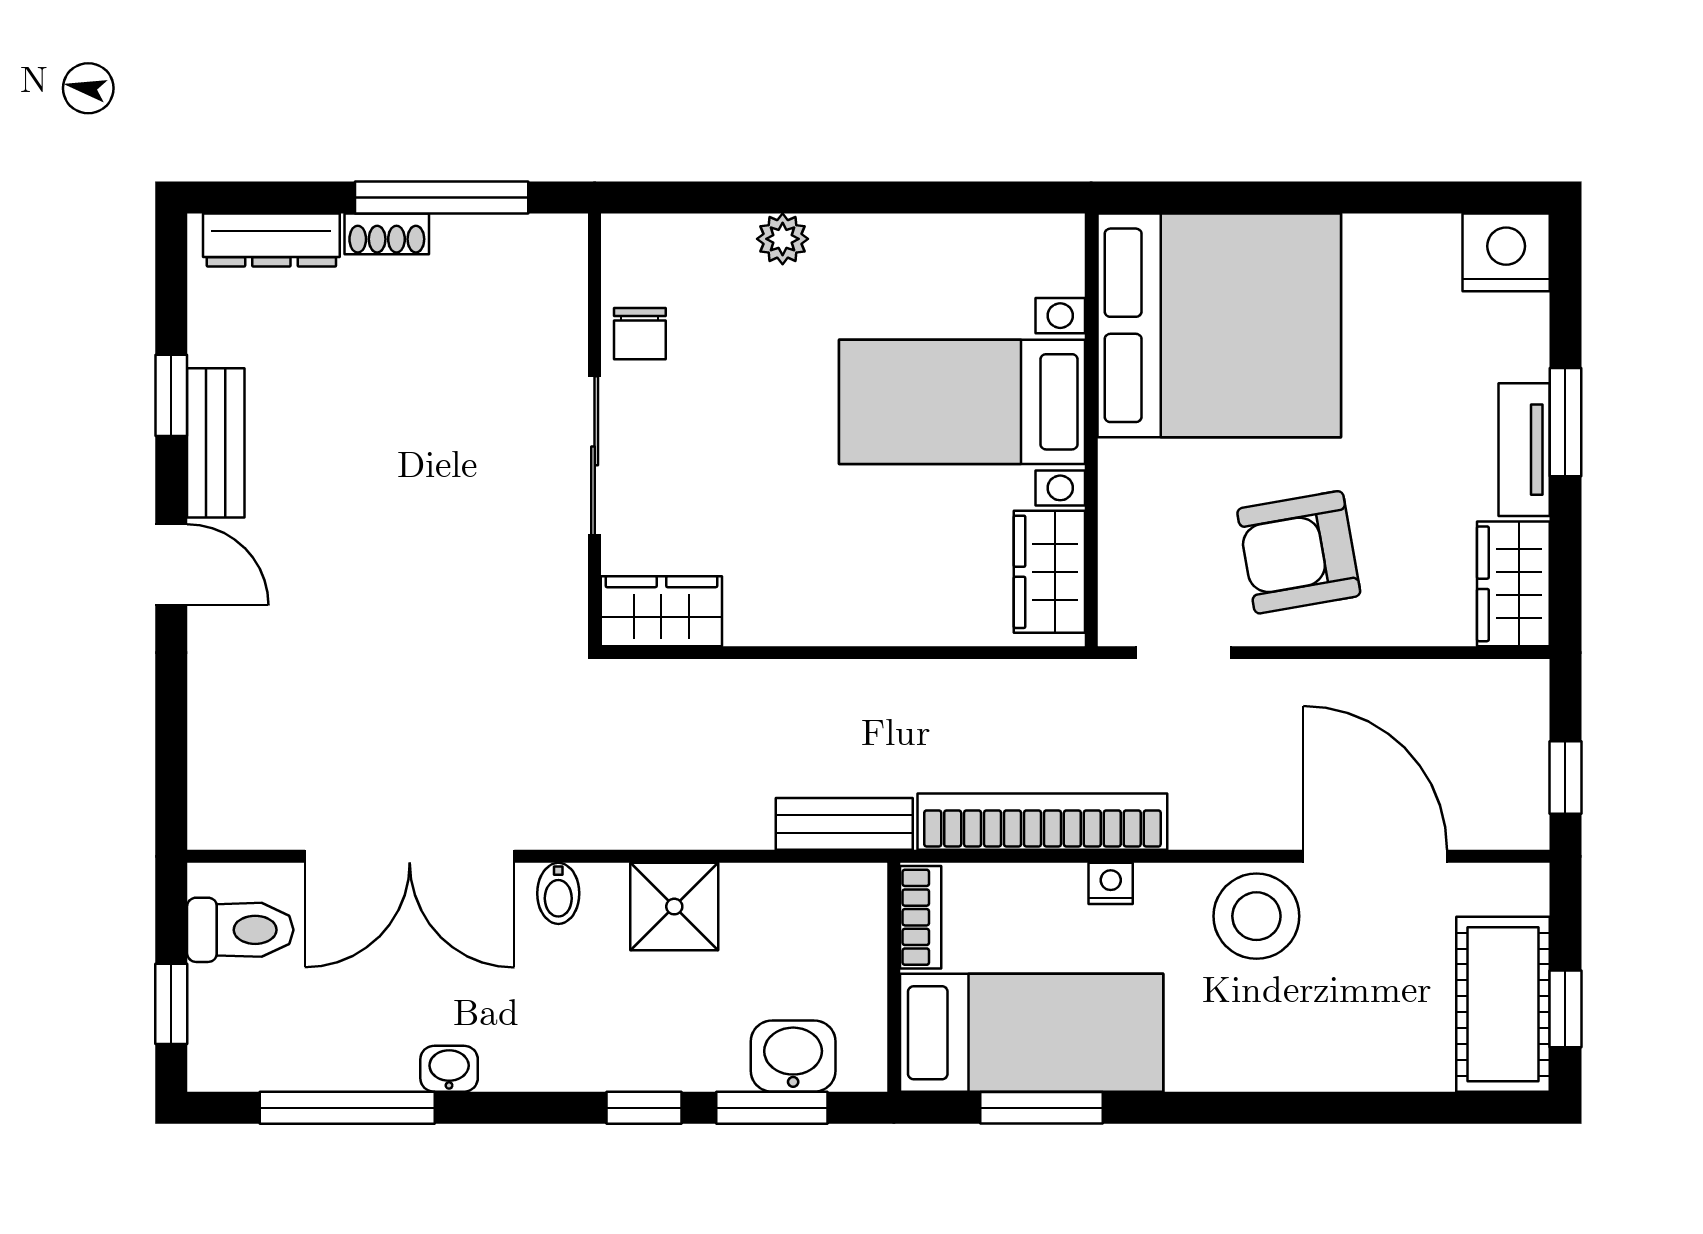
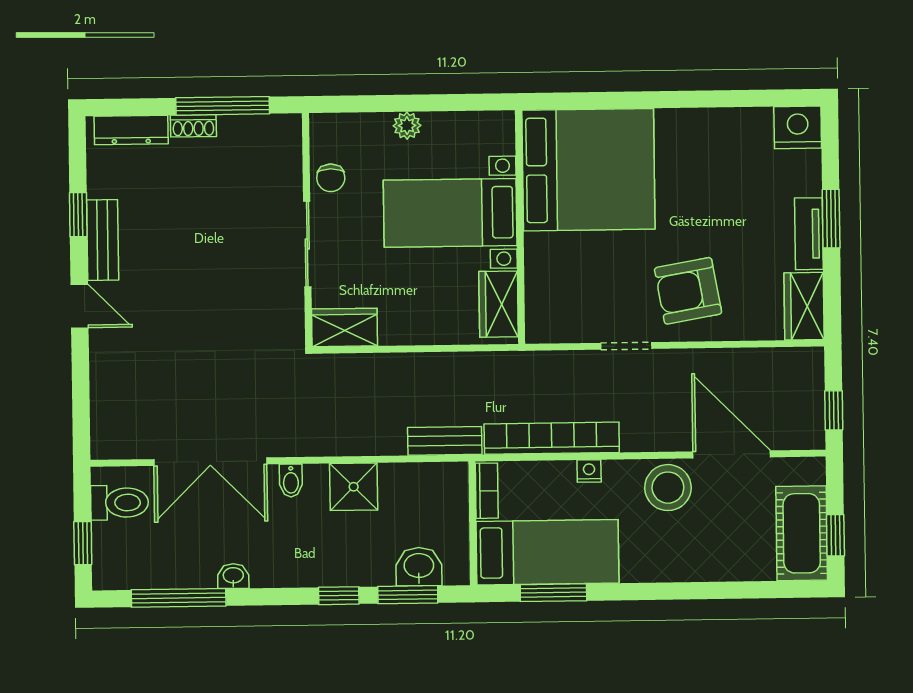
bed: (1219, 325) -> (588, 170), moved
bed with nightstands: (962, 402) -> (450, 213), moved
wall: (1091, 430) -> (520, 227), moved
wardrobe: (1049, 572) -> (499, 304), moved

